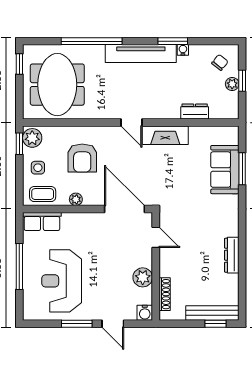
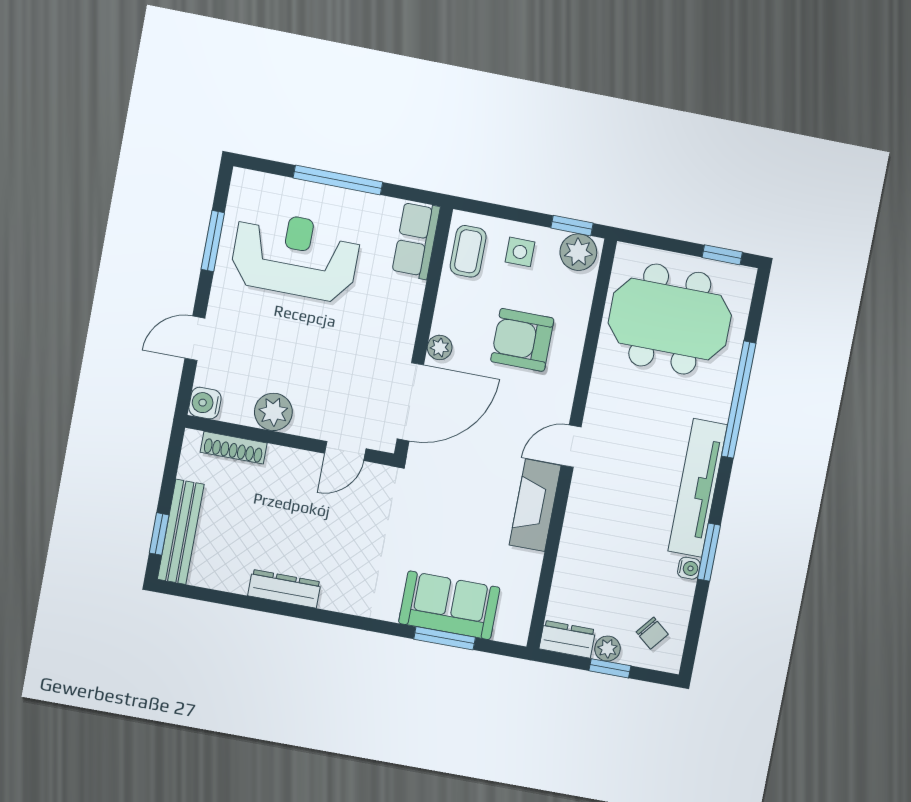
dresser: (195, 112) -> (567, 639), moved, turned -90
plant: (76, 199) -> (440, 347), moved
window: (77, 324) -> (213, 241), moved

